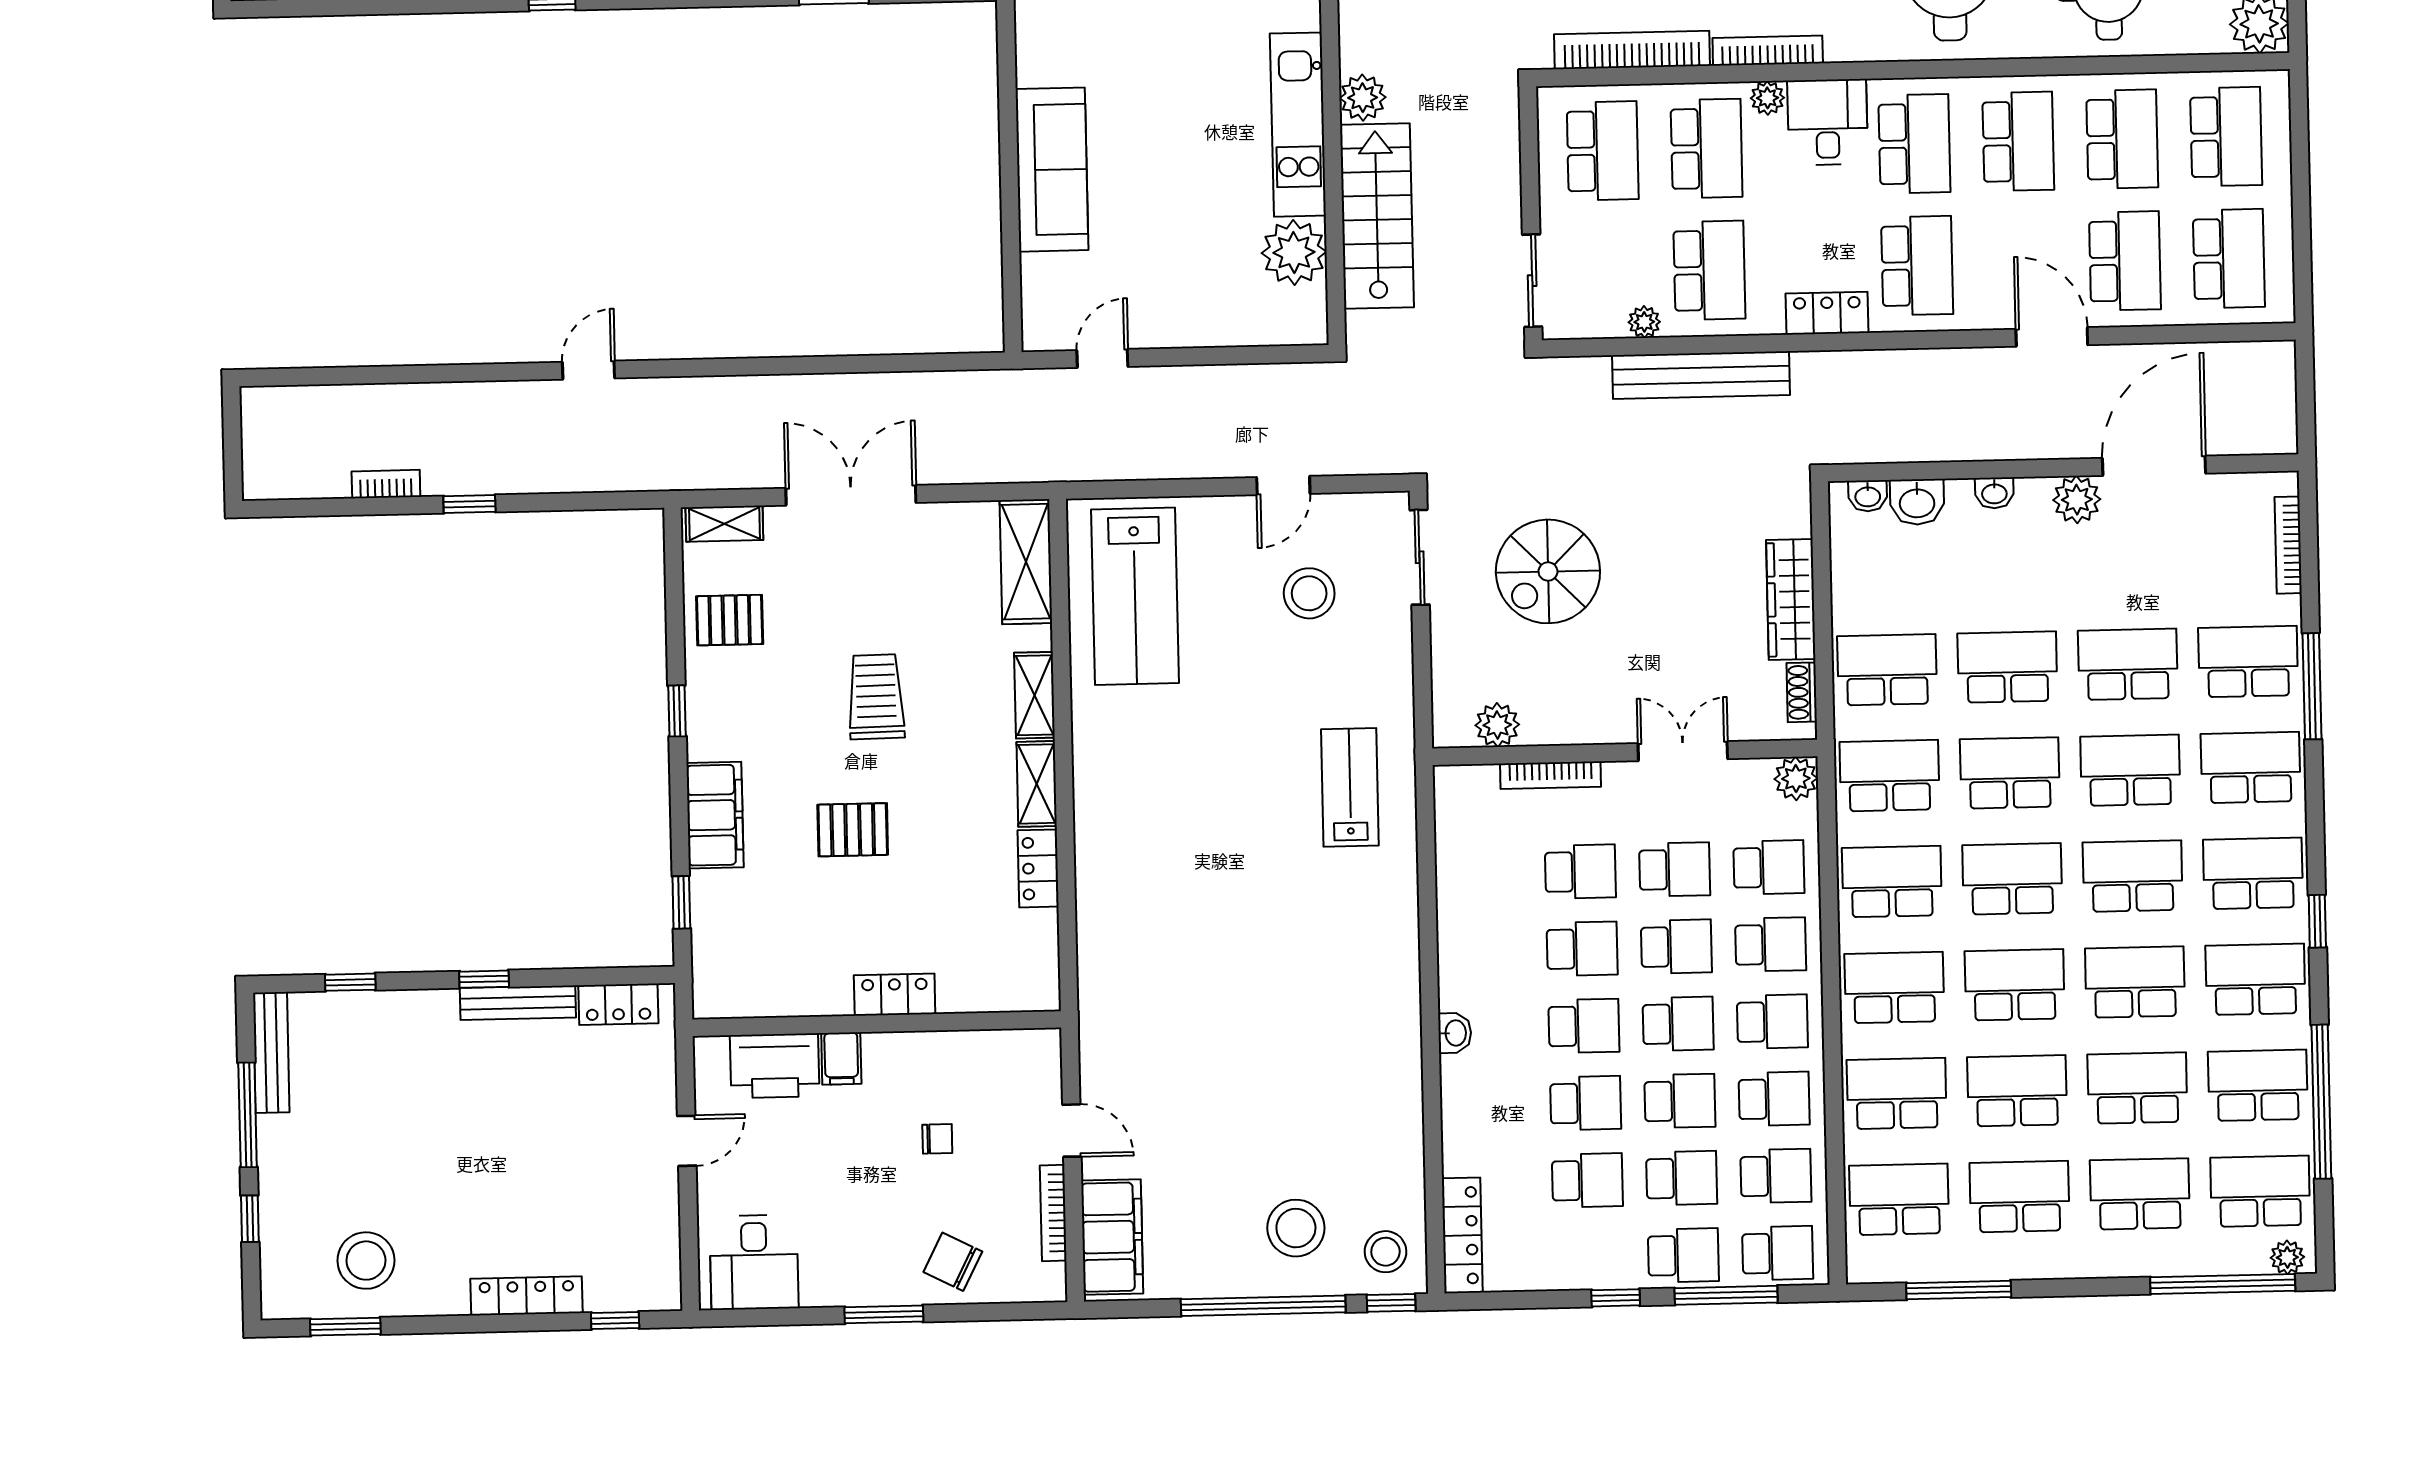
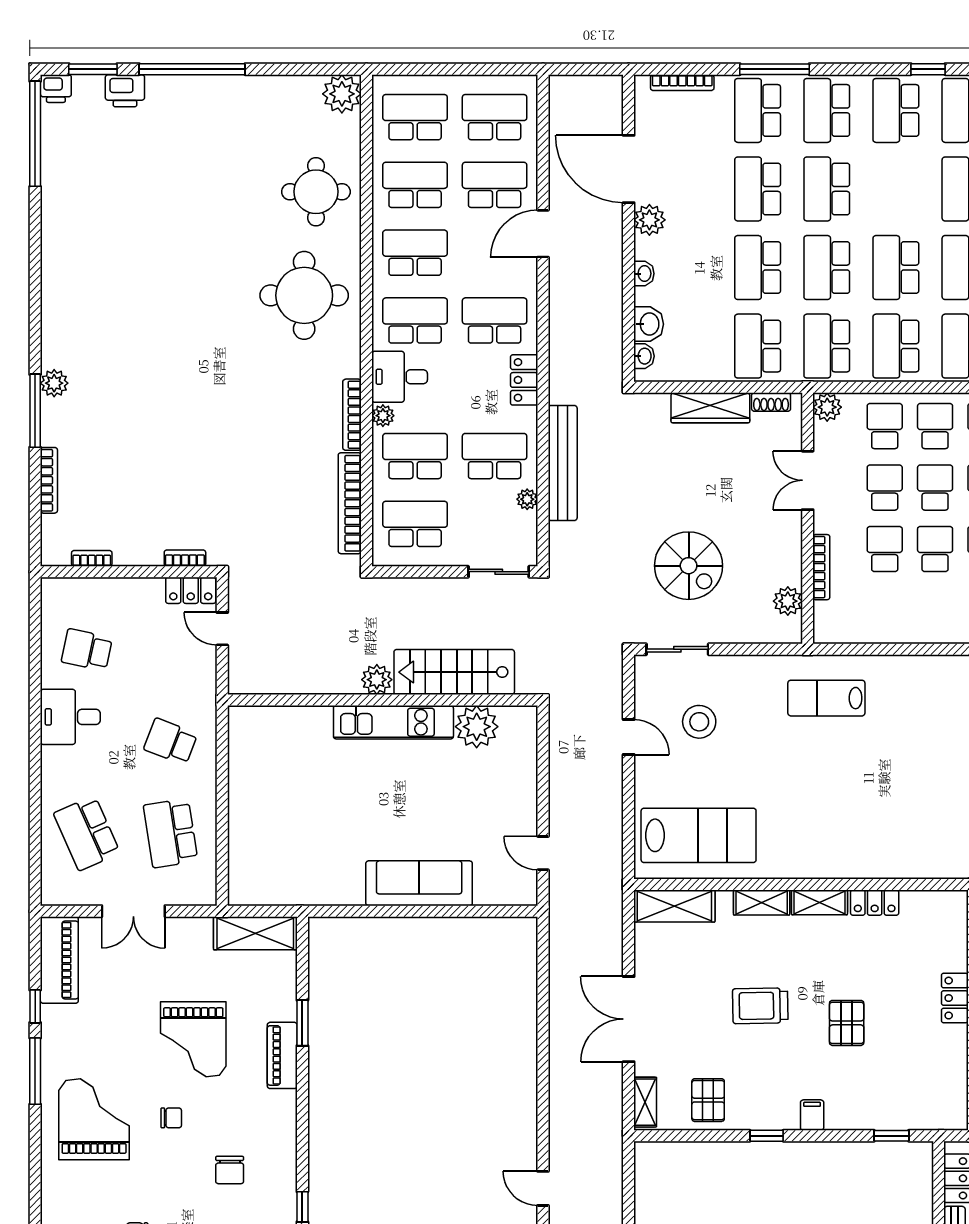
filing cabinet: (715, 815) -> (812, 1115), width x0.33, depth x0.86
school desk: (2133, 876) -> (896, 189), removed

